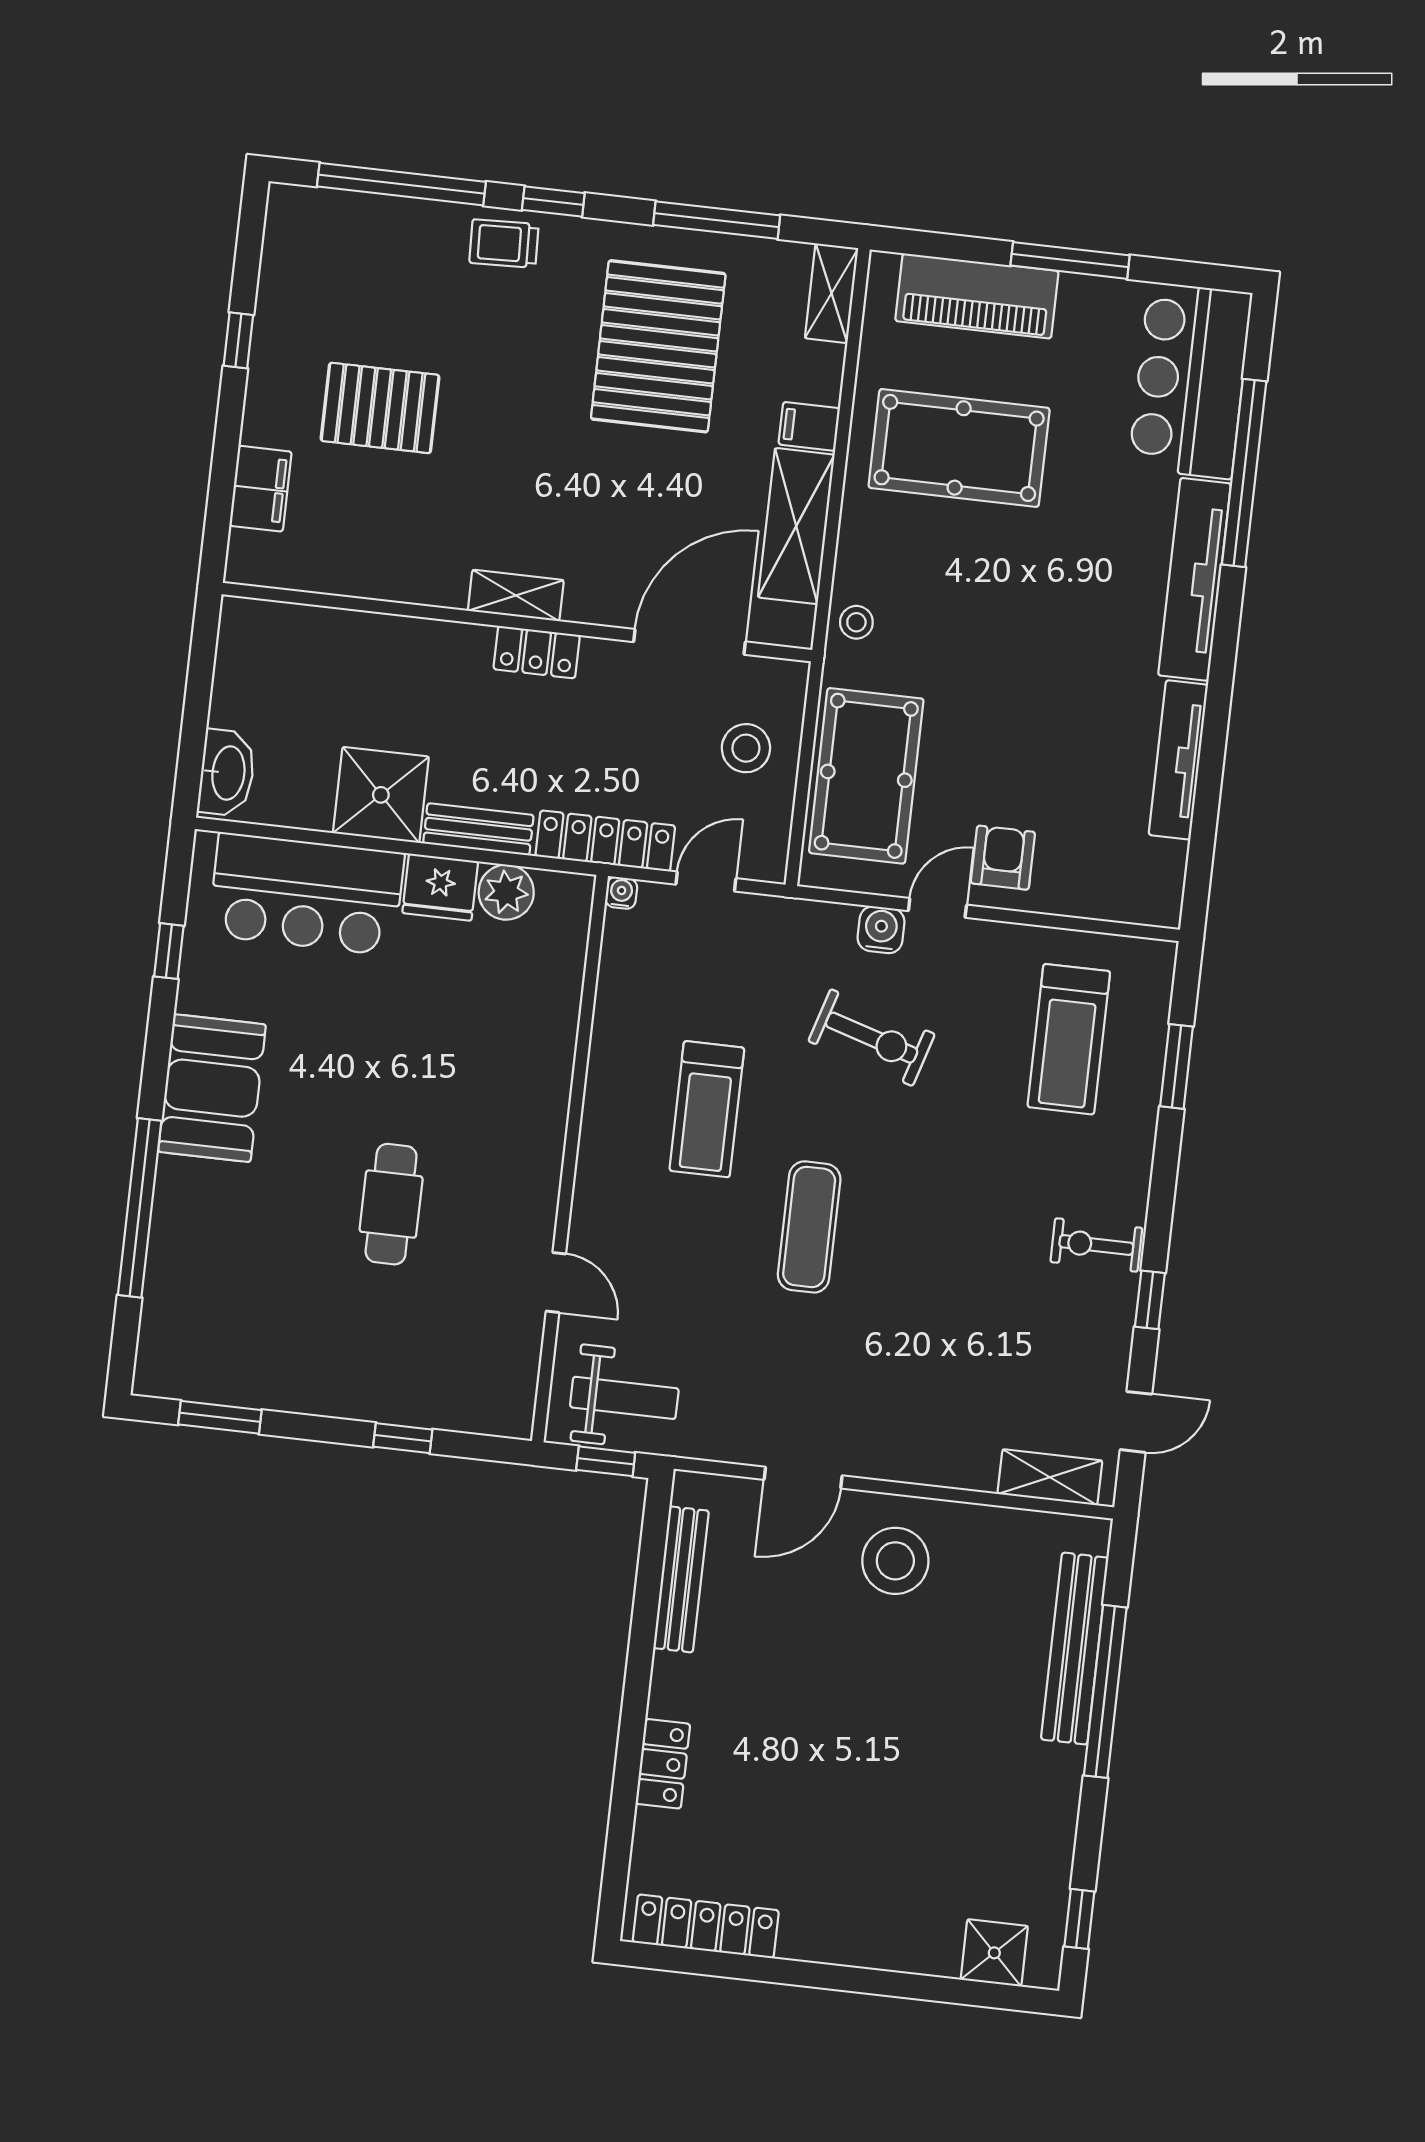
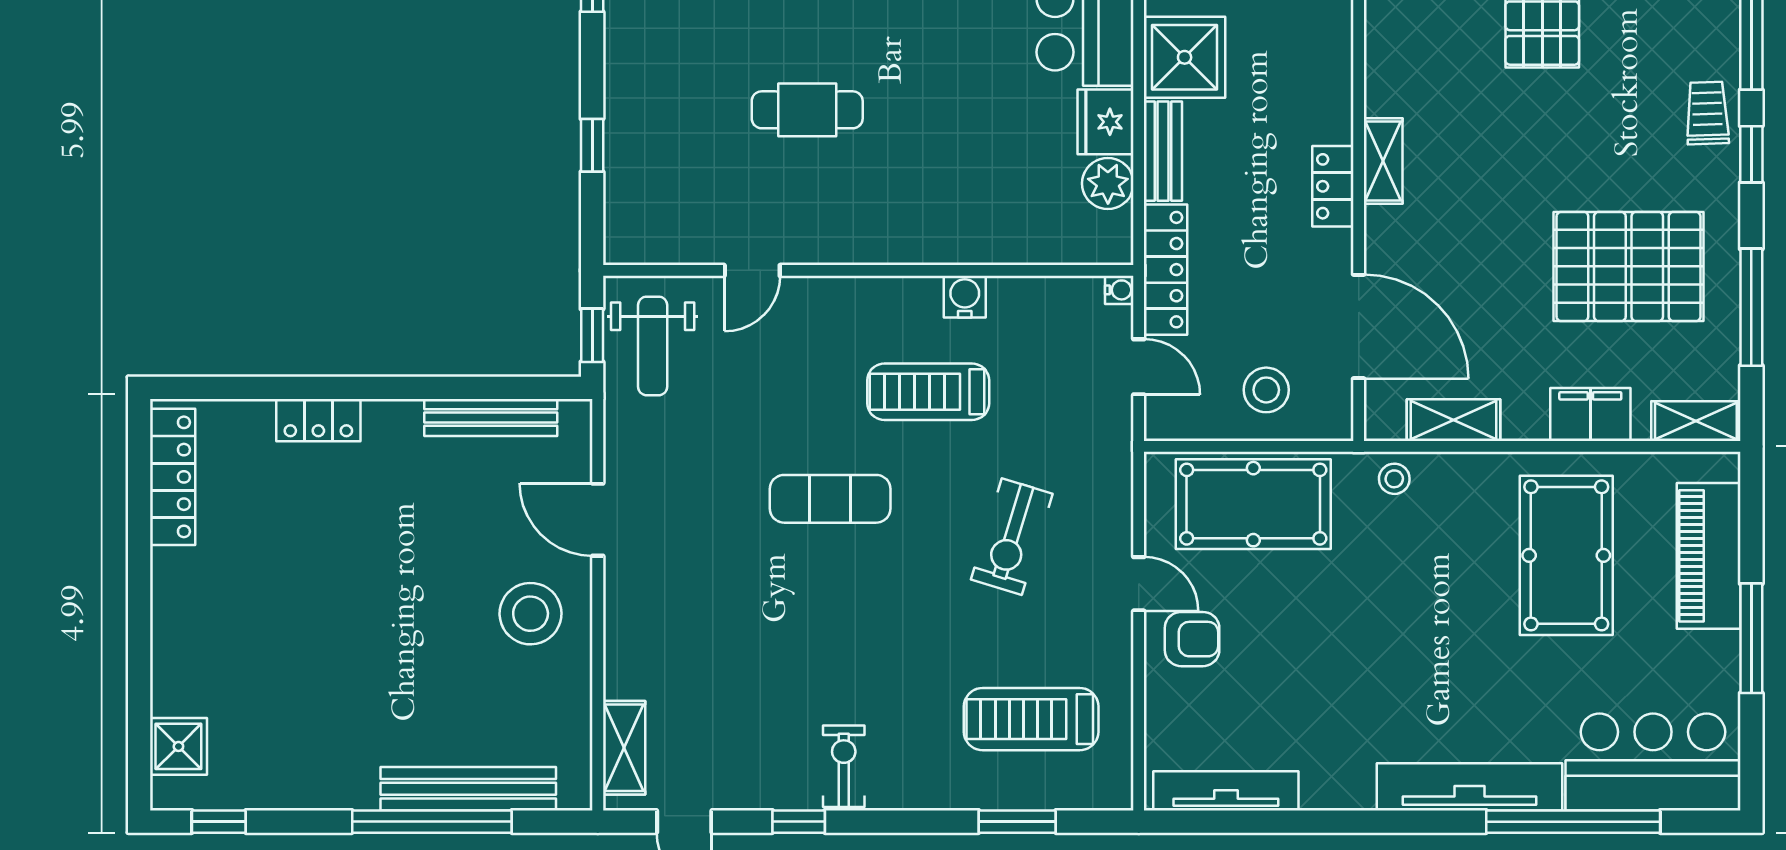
filing cabinet: (809, 426) -> (1590, 414), width x2.00
shelving: (796, 526) -> (1453, 420), width x0.67, depth x0.75
tv unit: (1178, 760) -> (1226, 791), moved
water cooler: (881, 930) -> (965, 297), moved, turned -90

